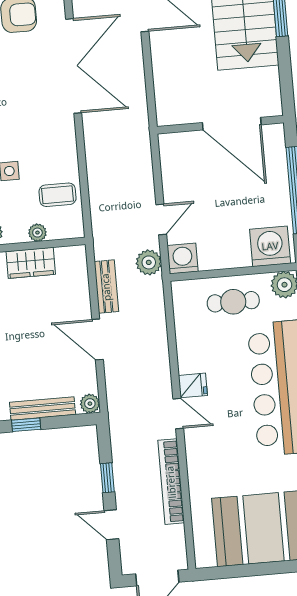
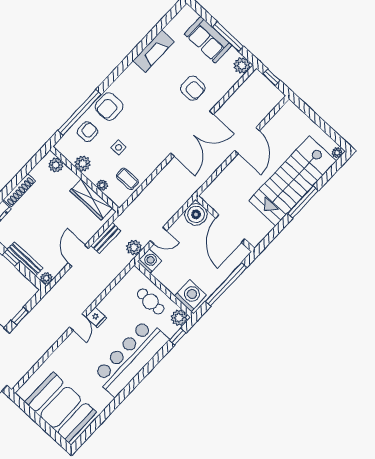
boiler: (177, 150) -> (196, 214), added
wardrobe: (31, 263) -> (91, 199), width x1.50
bookcase: (171, 482) -> (44, 347), removed

